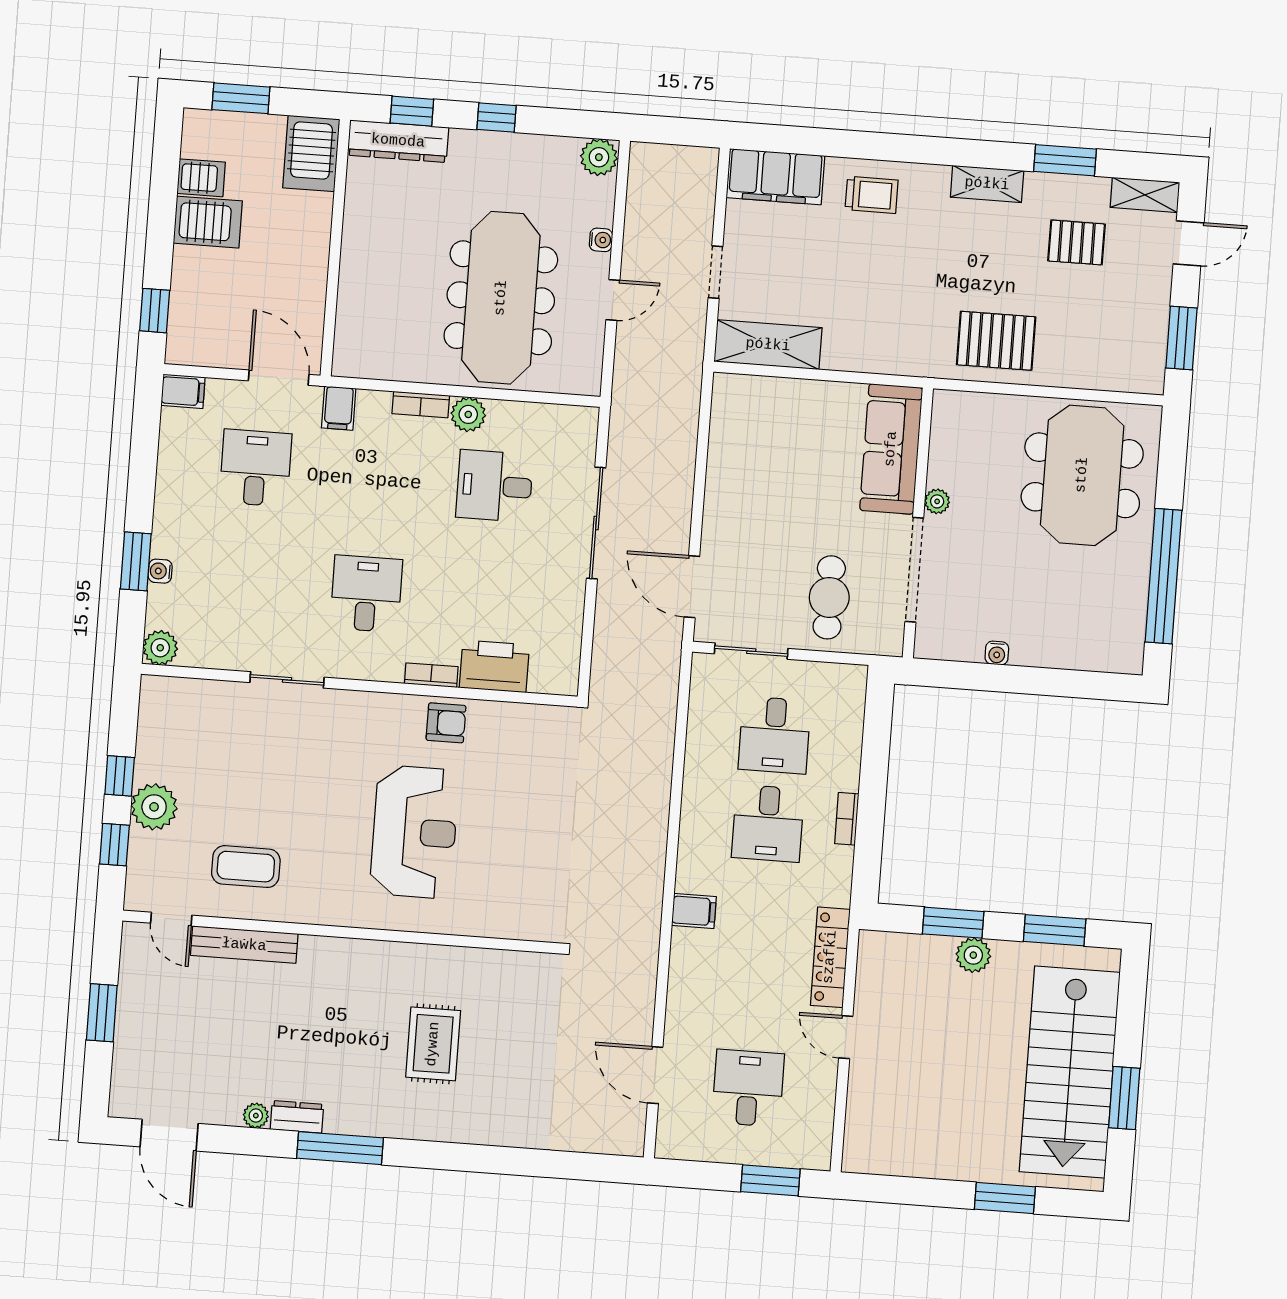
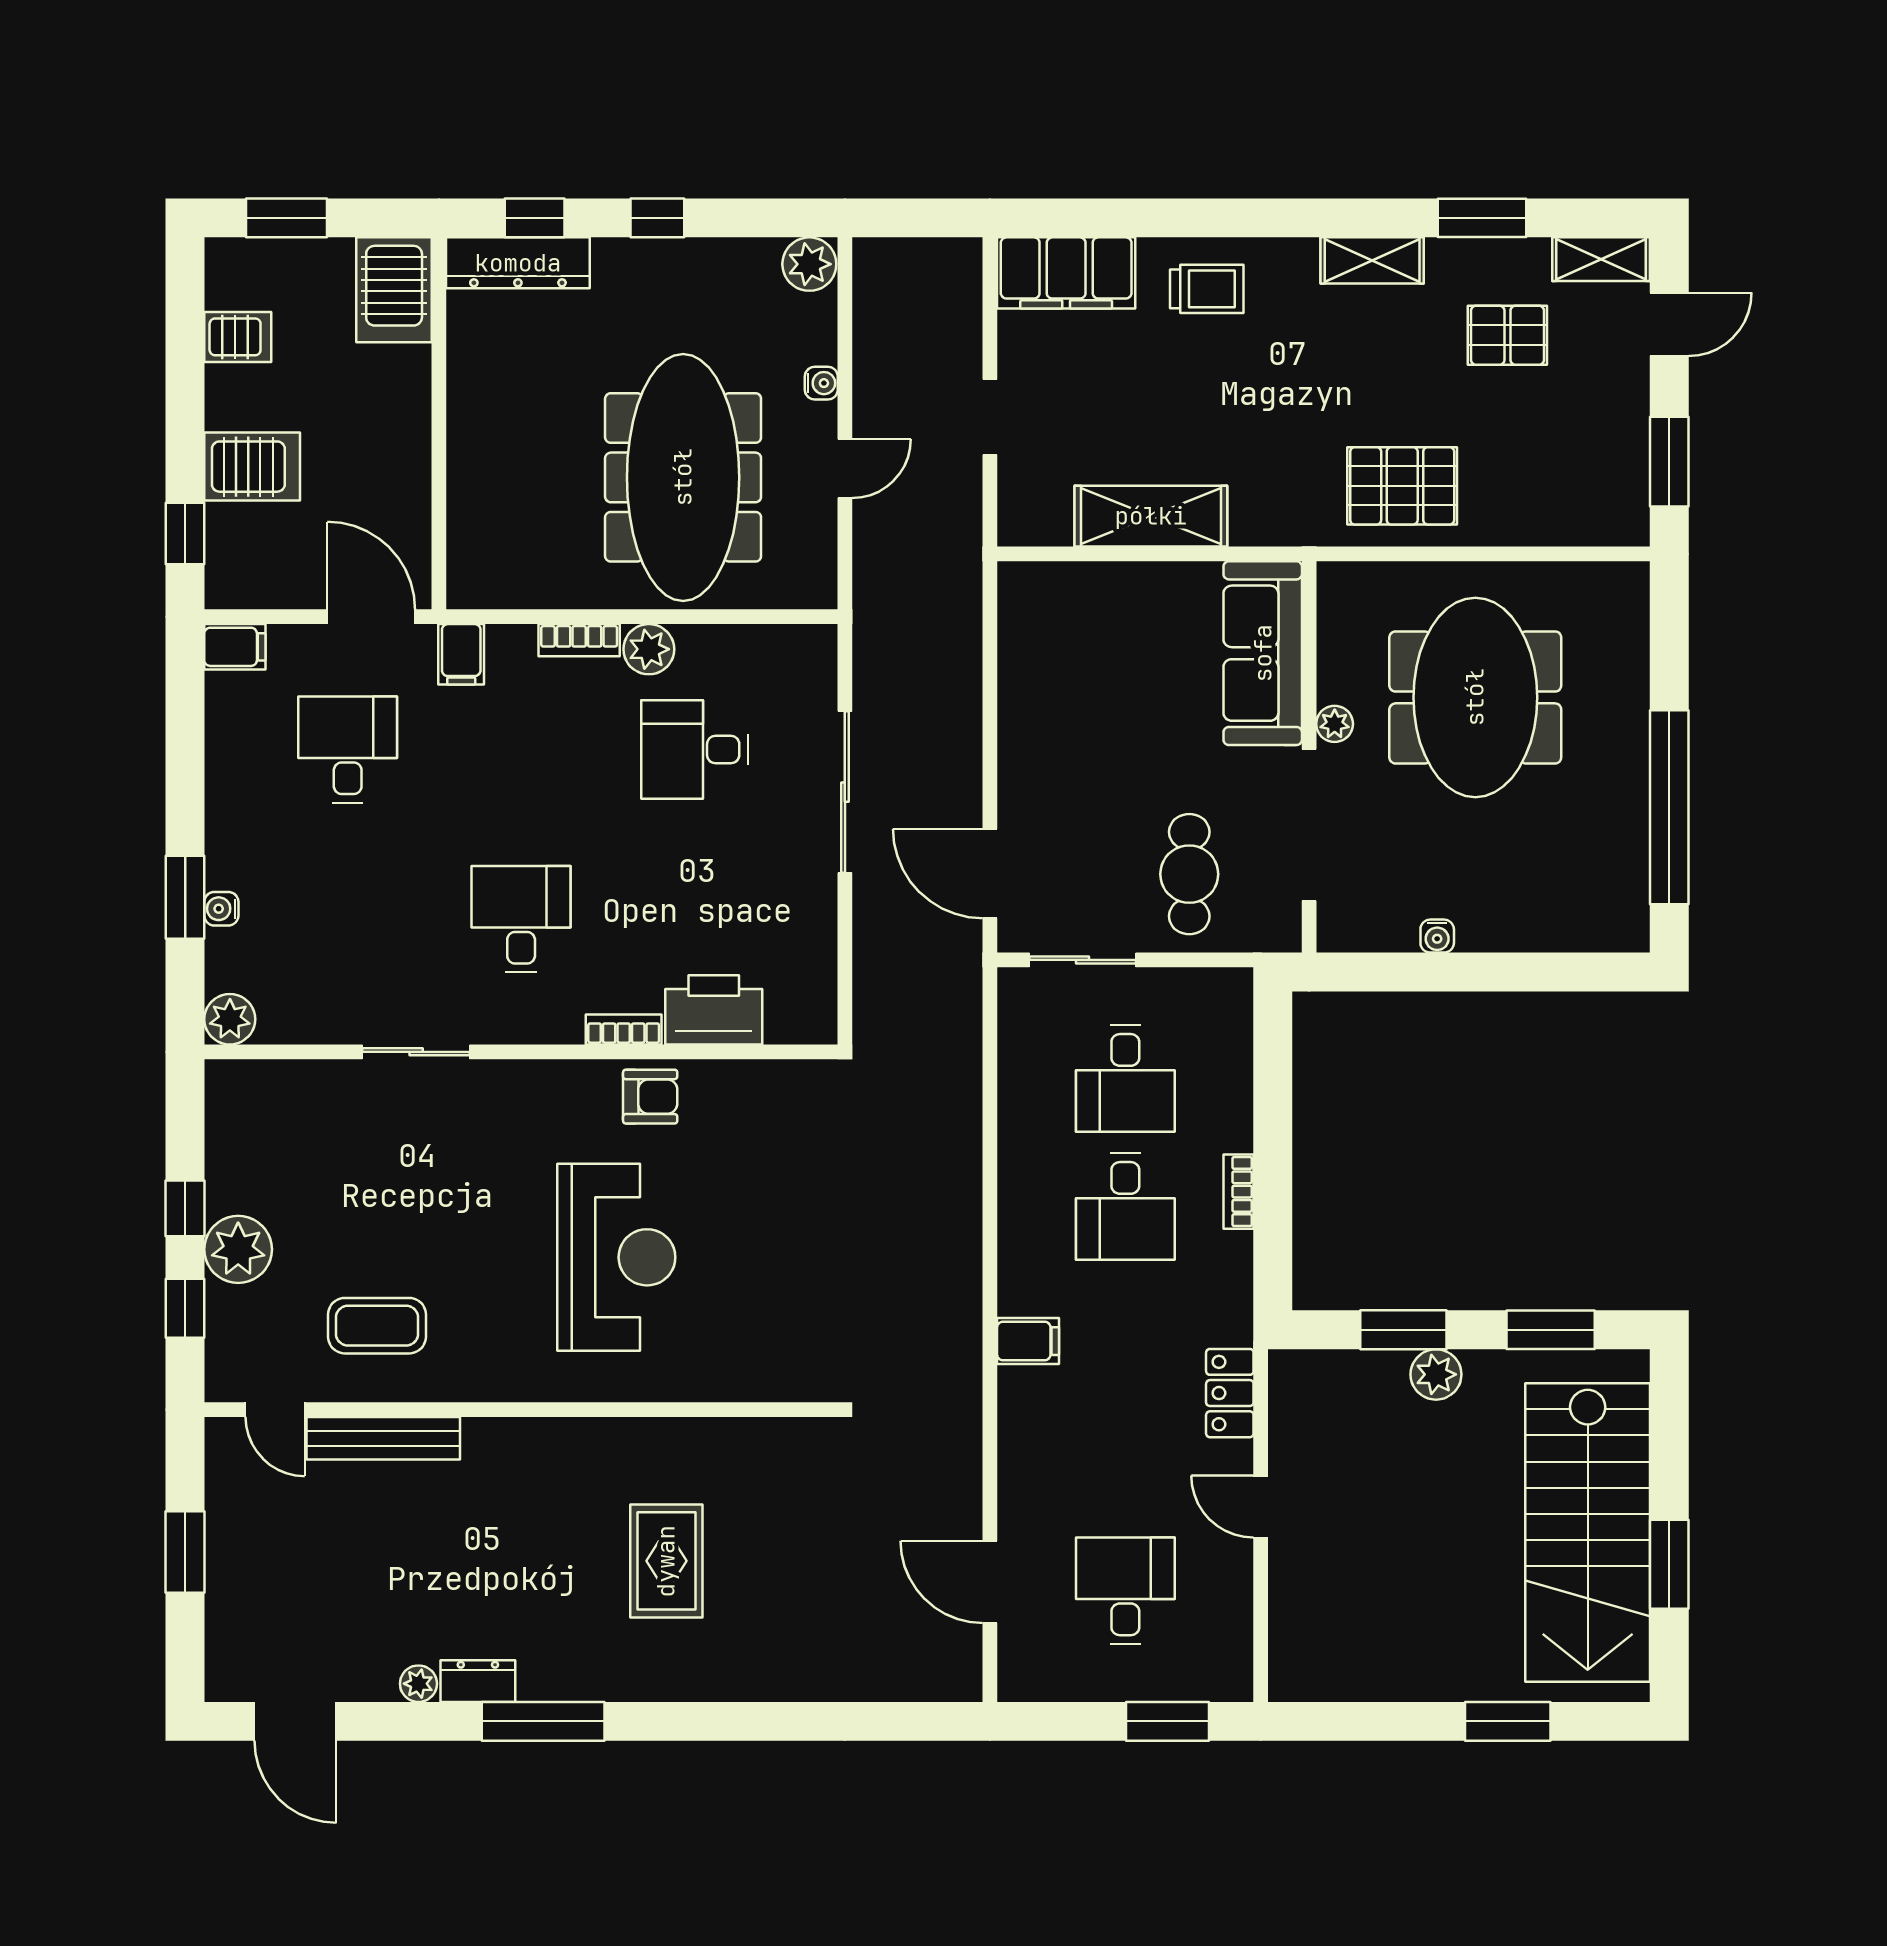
server rack: (208, 222) -> (252, 467), moved
shelving: (768, 345) -> (1151, 516), moved
meeting table: (1082, 475) -> (1475, 697), moved
locker: (830, 957) -> (1230, 1393), width x0.66

